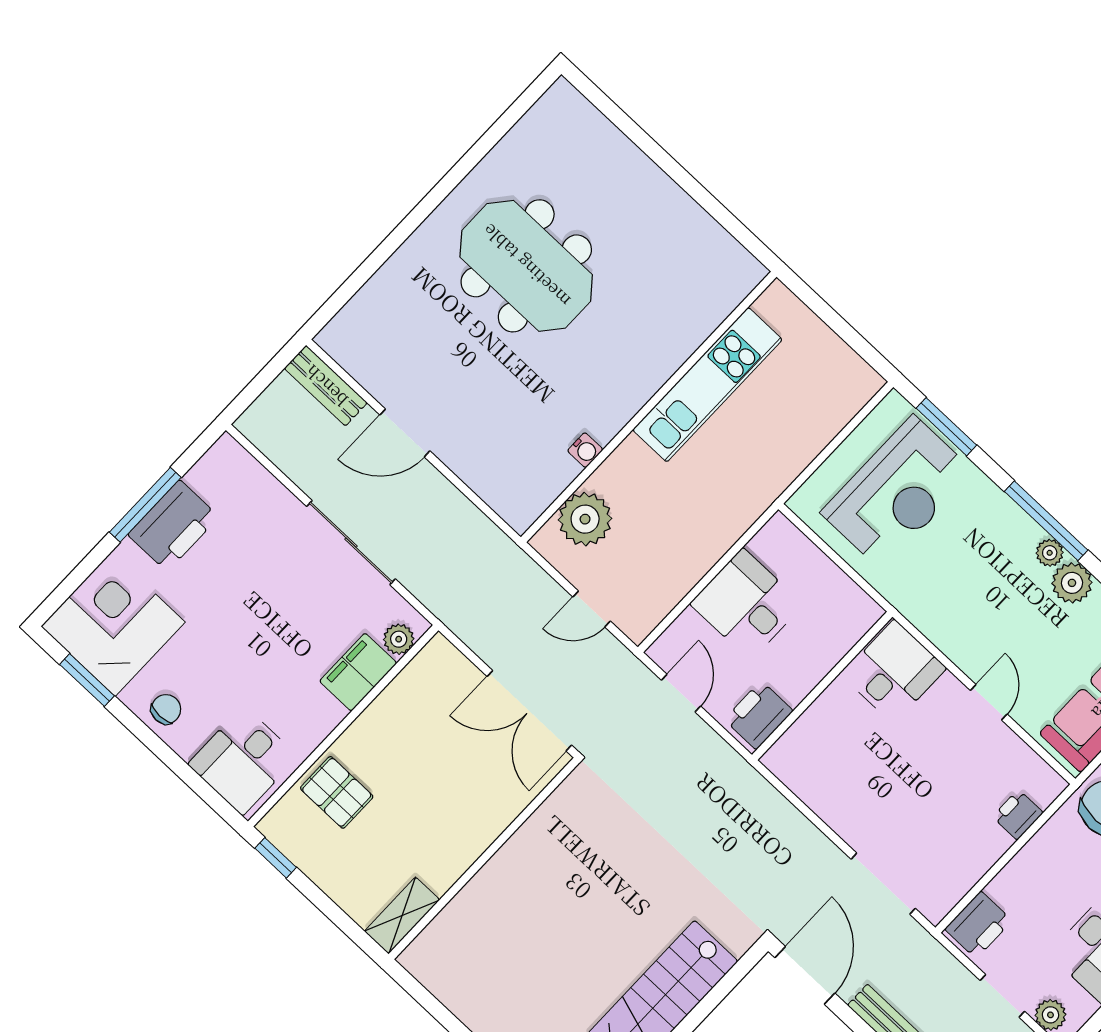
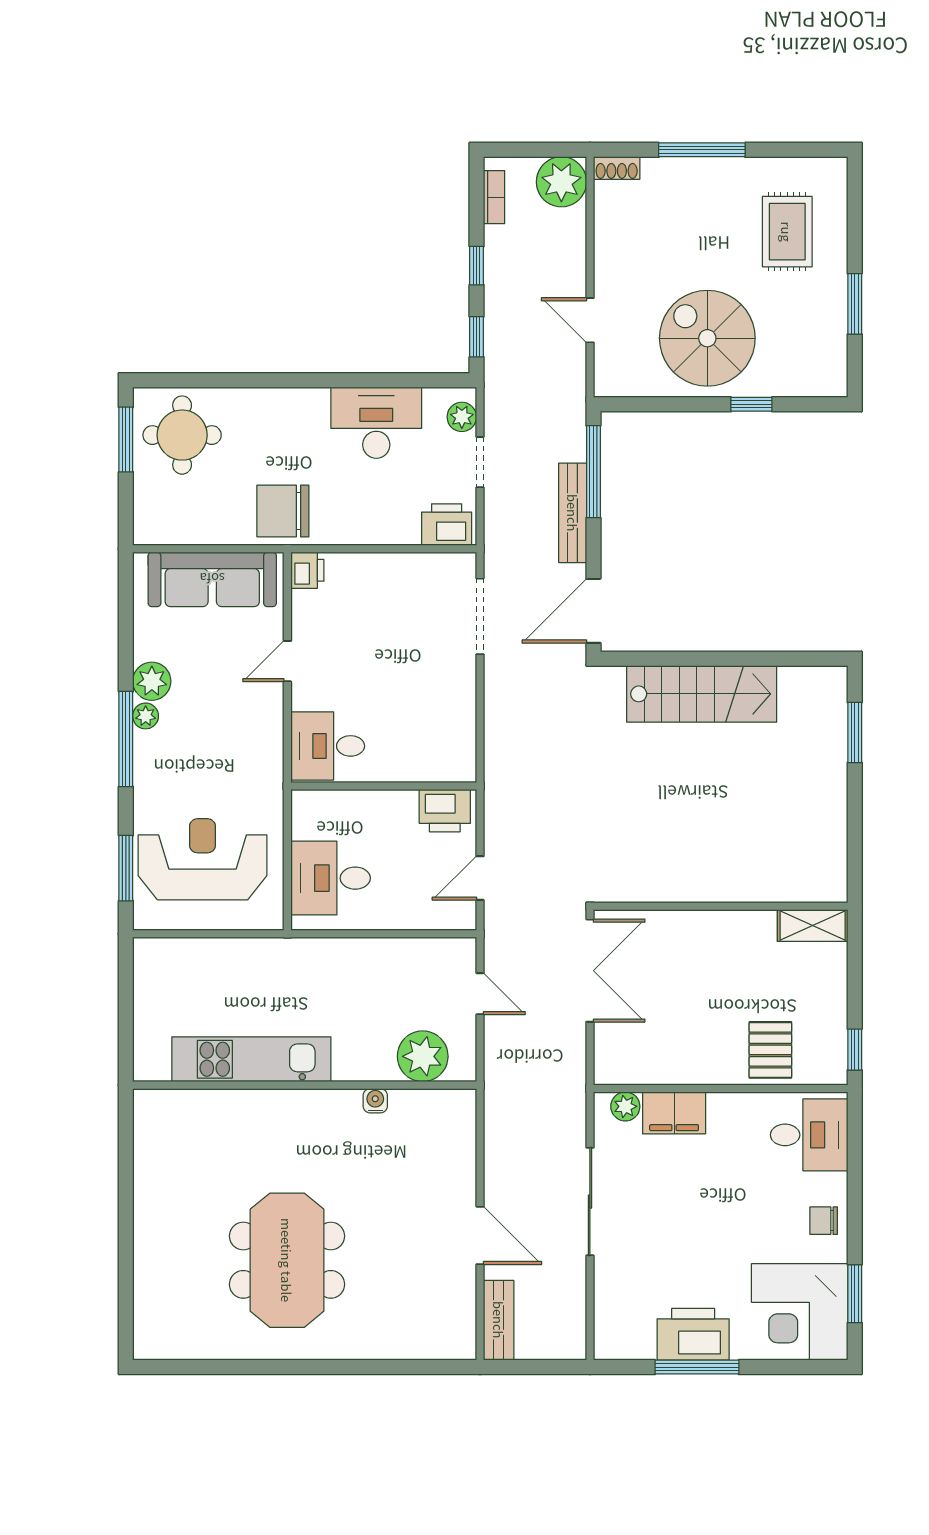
desk: (747, 604) -> (331, 878), moved, turned 90
printer: (1018, 815) -> (307, 570), moved, turned -90

